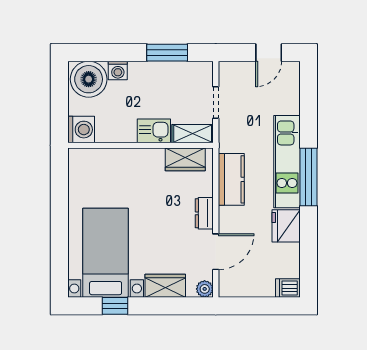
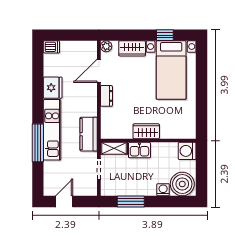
wardrobe: (185, 159) -> (146, 131), moved
window: (309, 177) -> (38, 143), moved
kitchen counter: (231, 179) -> (89, 134), moved

